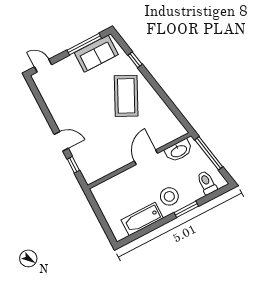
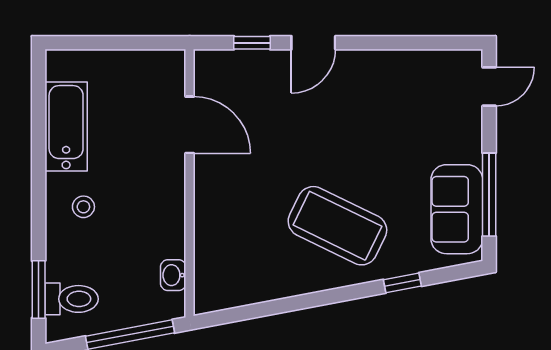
washbasin: (179, 151) -> (173, 275), width x0.52, depth x0.69
door: (146, 157) -> (190, 125), moved
stool: (169, 196) -> (83, 207), width x0.53, depth x0.53
window: (186, 209) -> (39, 289), moved

